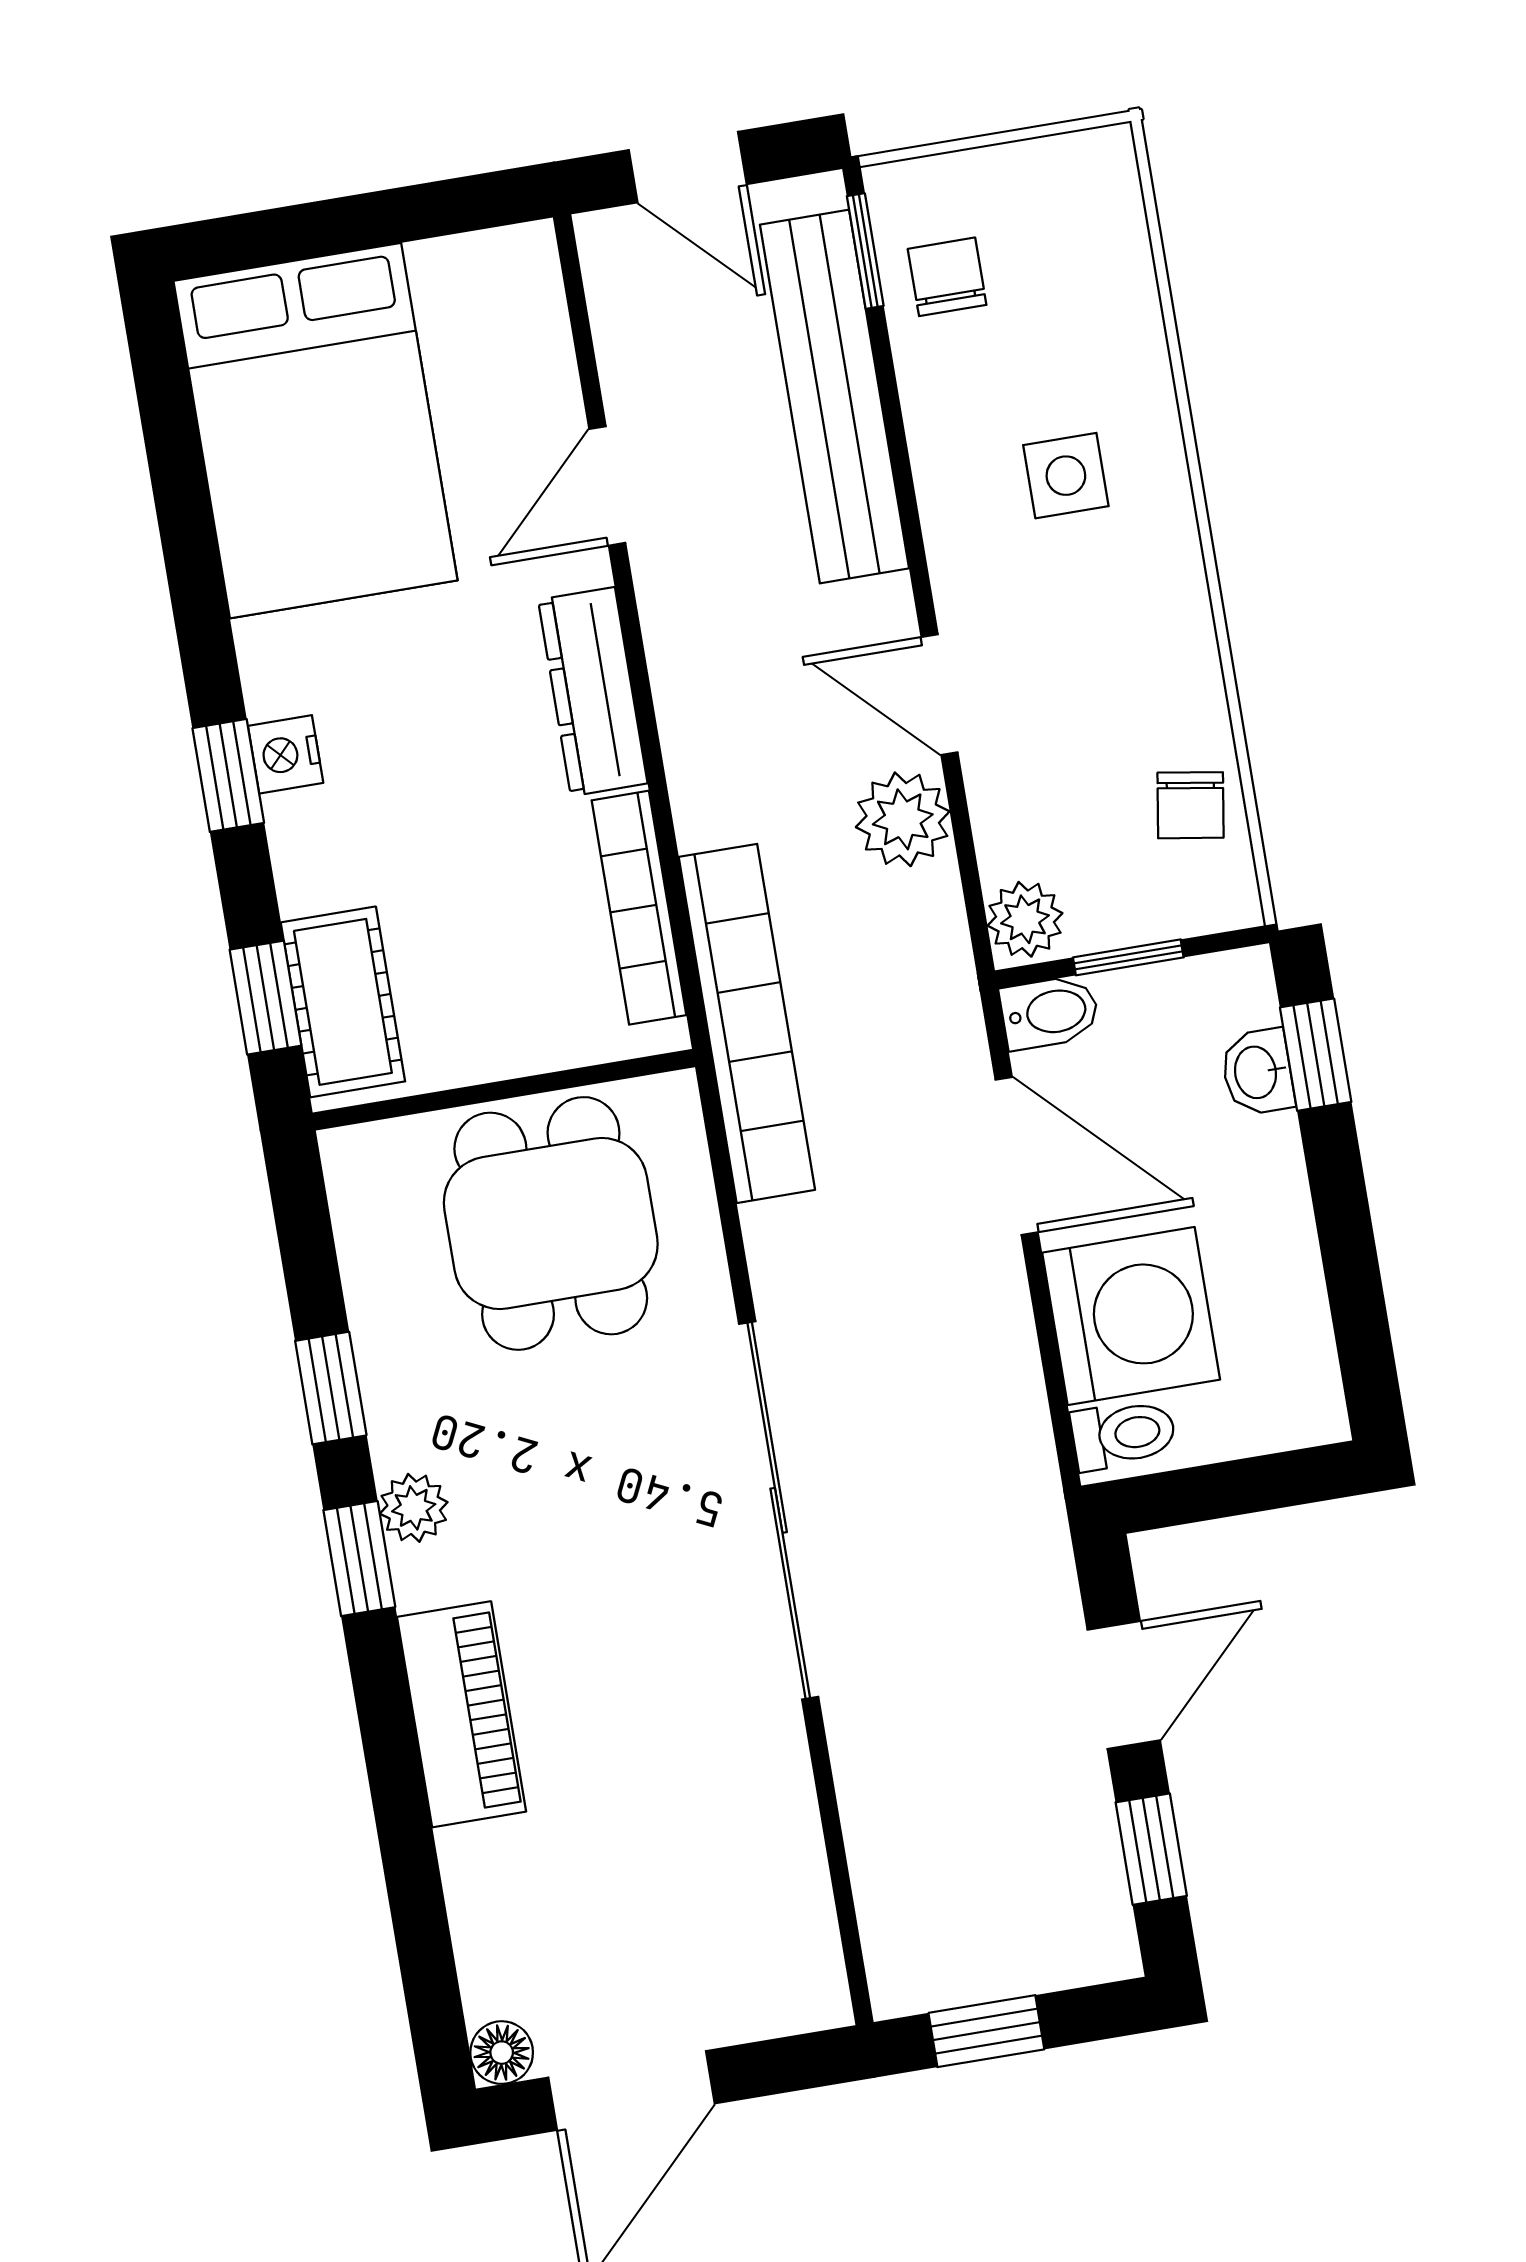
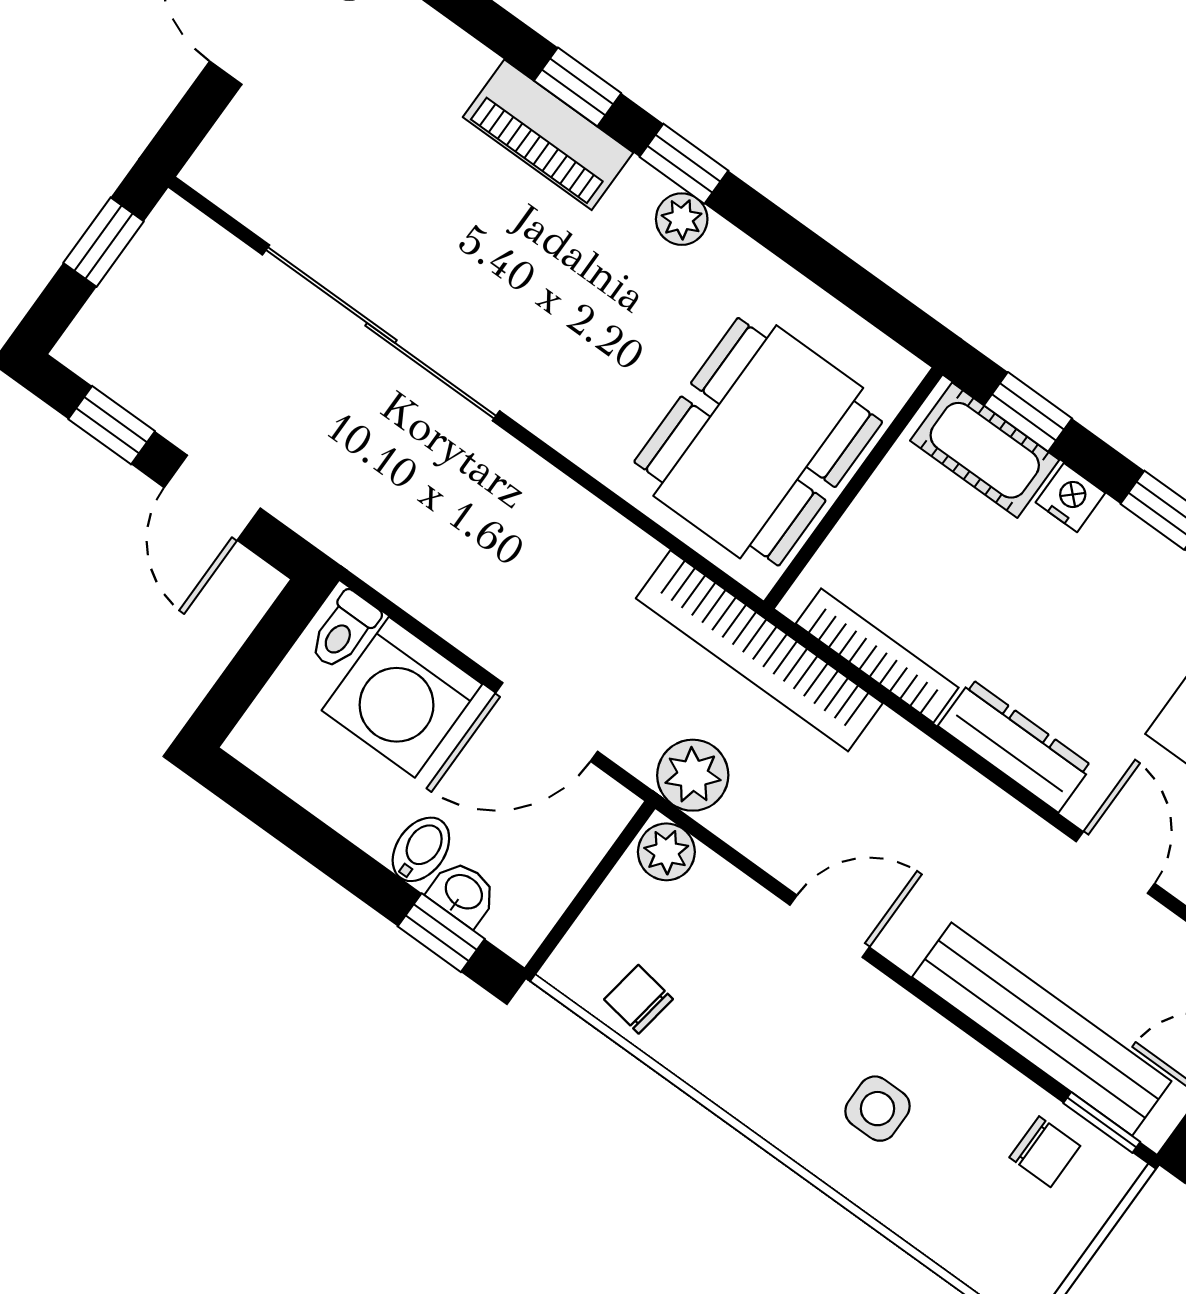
nightstand: (286, 754) -> (1070, 498), moved
plant: (903, 819) -> (693, 775), moved
window: (1128, 957) -> (592, 886), removed
bidet: (1050, 1012) -> (421, 849), moved, turned 180
dining table: (551, 1223) -> (758, 442), width x1.37
window: (331, 1388) -> (578, 87), moved
sliding door: (779, 1510) -> (381, 333), moved

